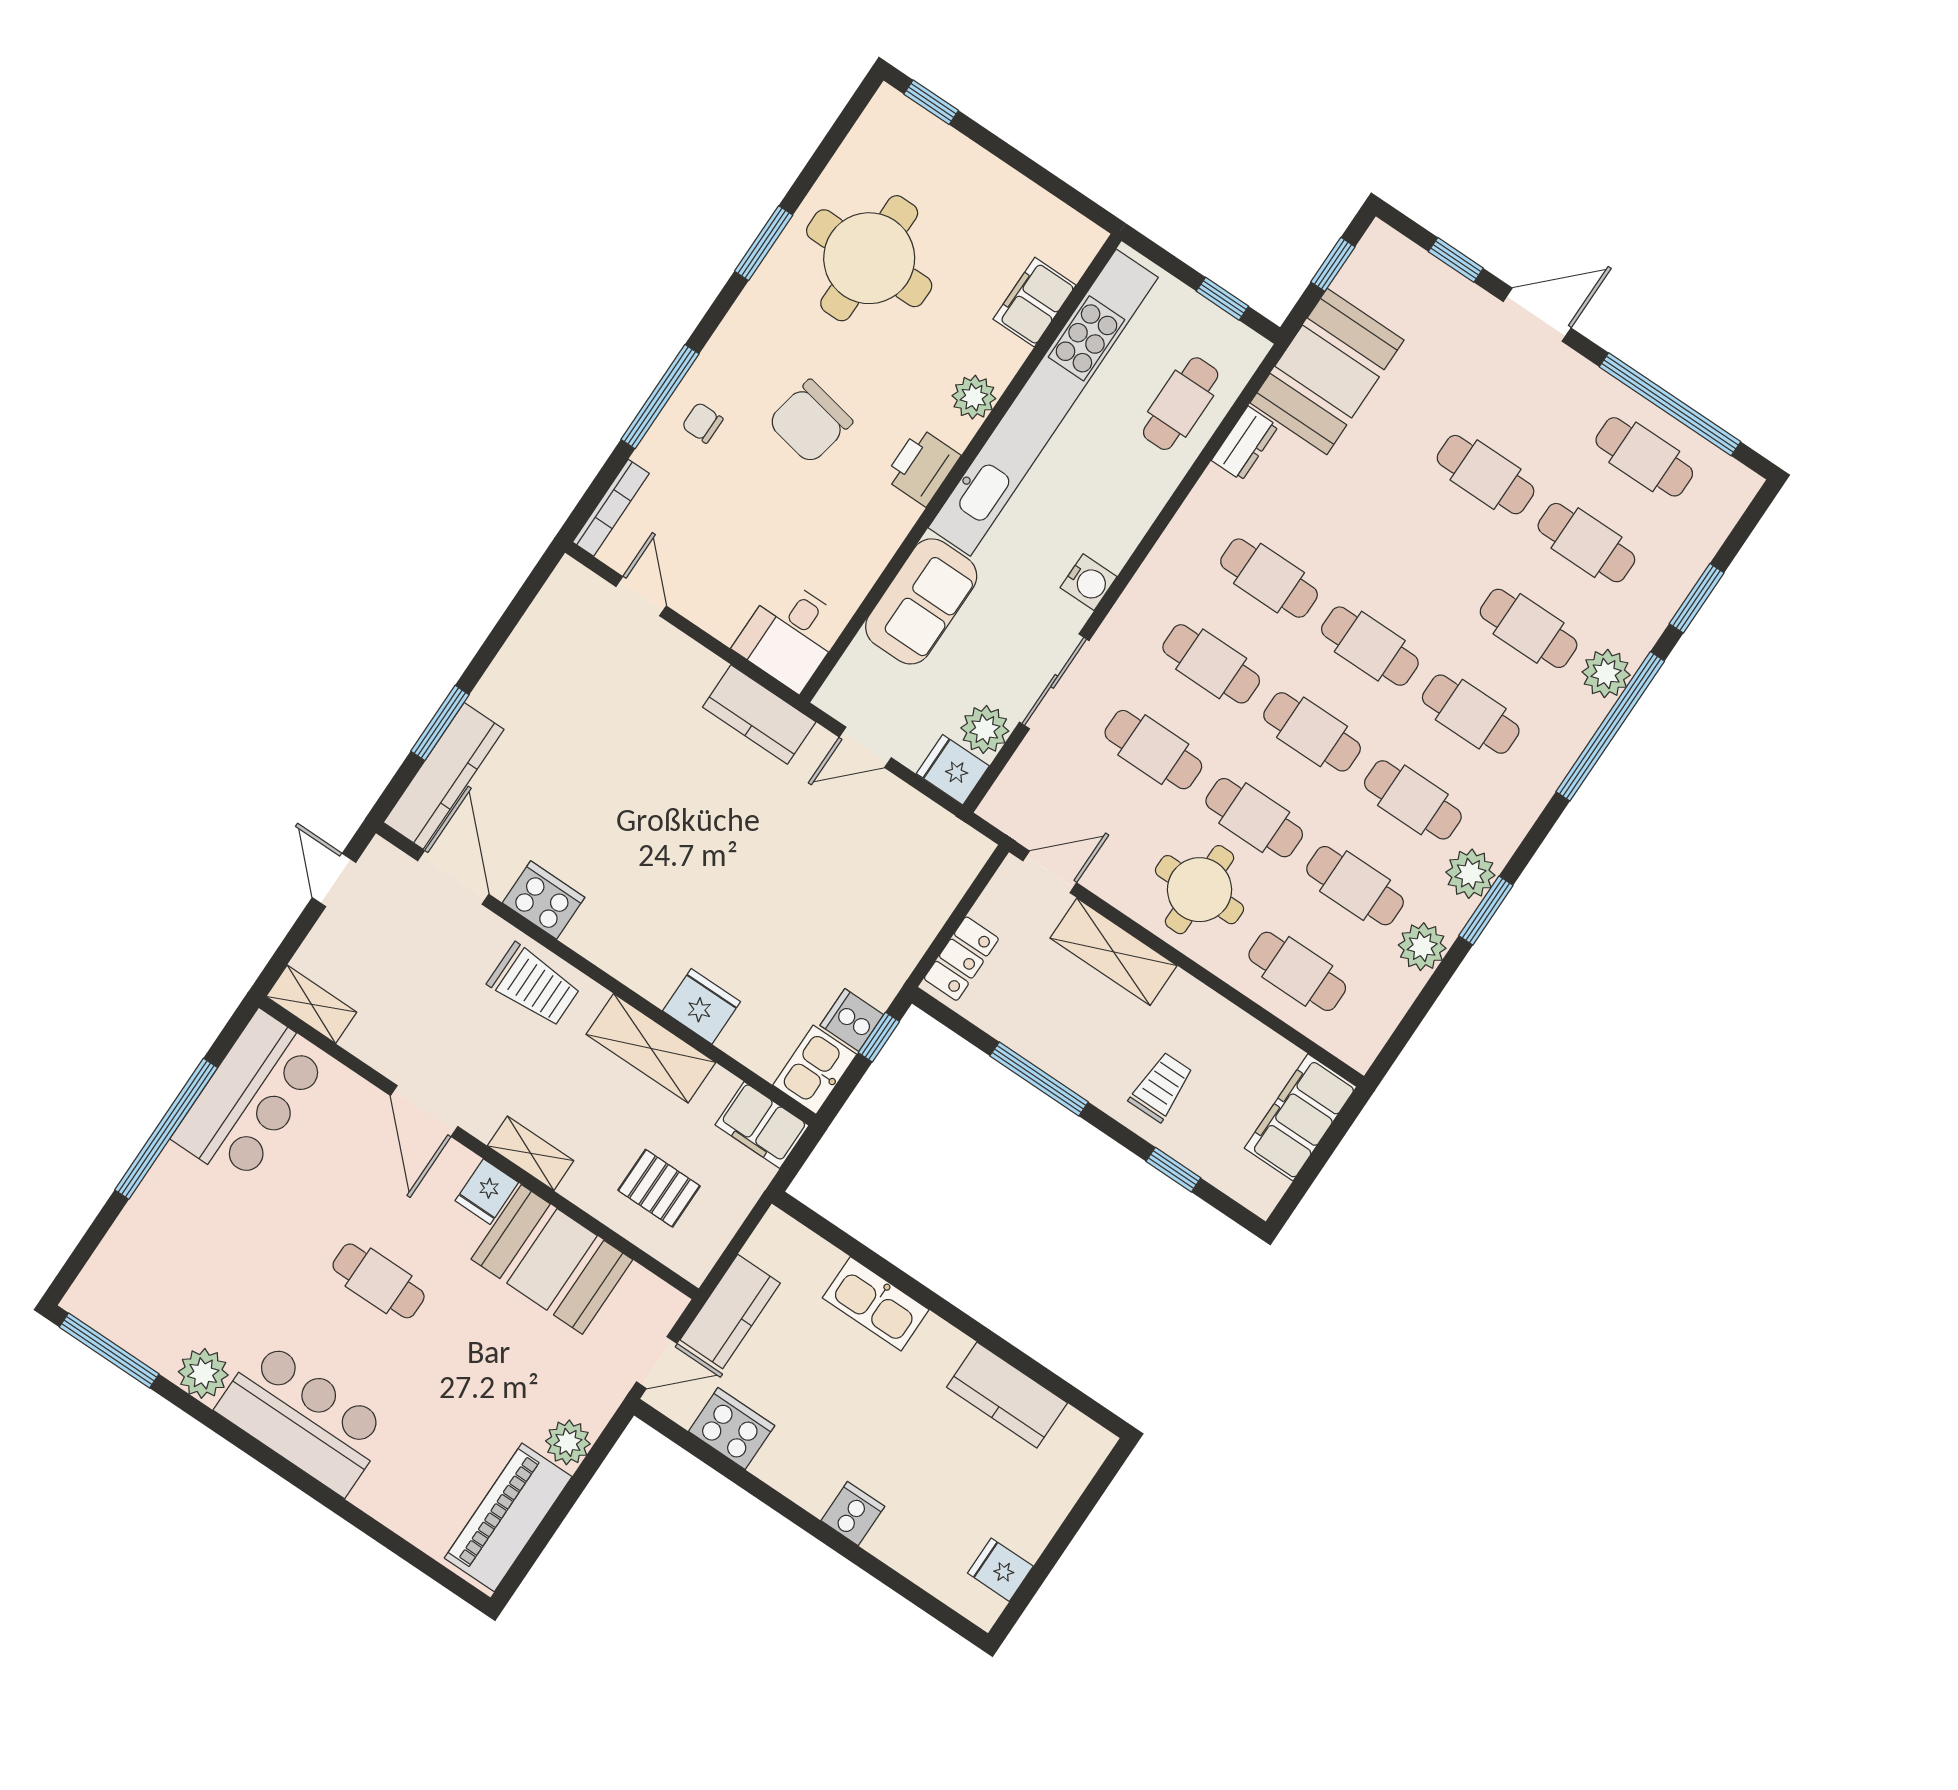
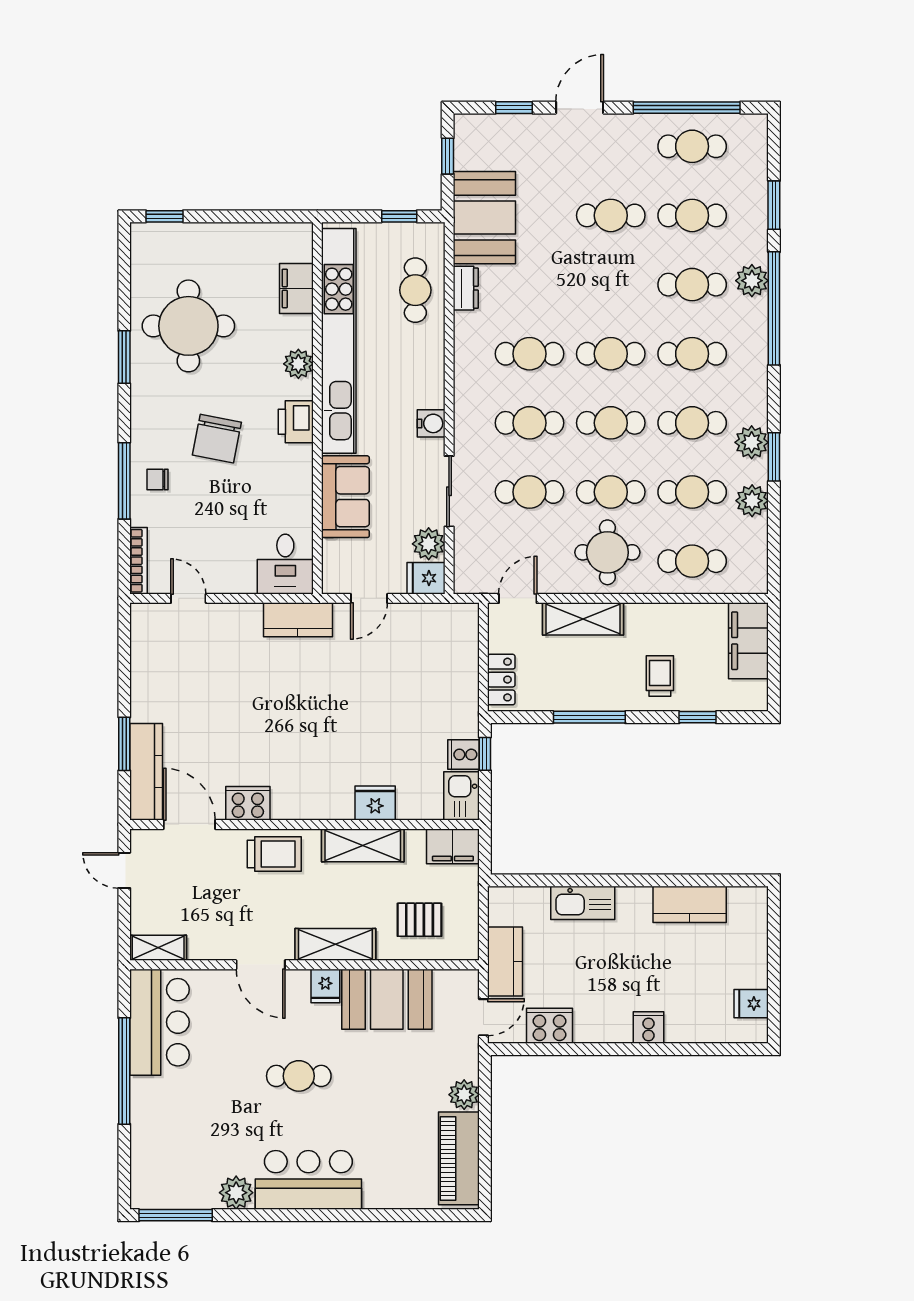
shelving: (531, 1153) -> (335, 944), width x1.50, depth x1.33

